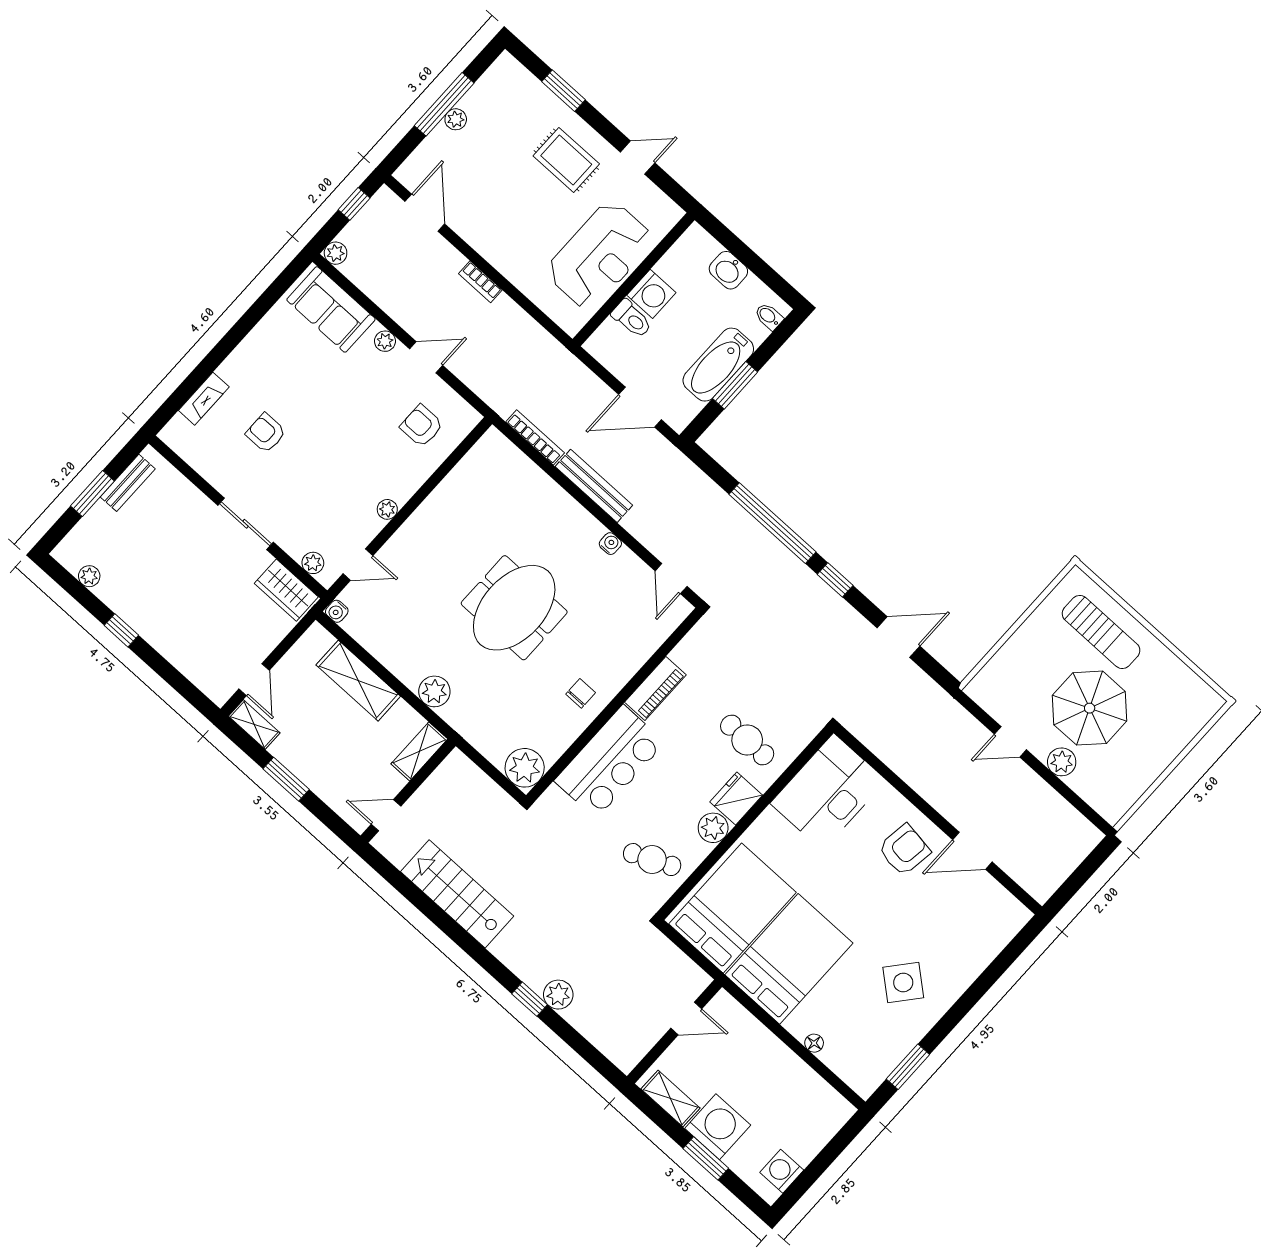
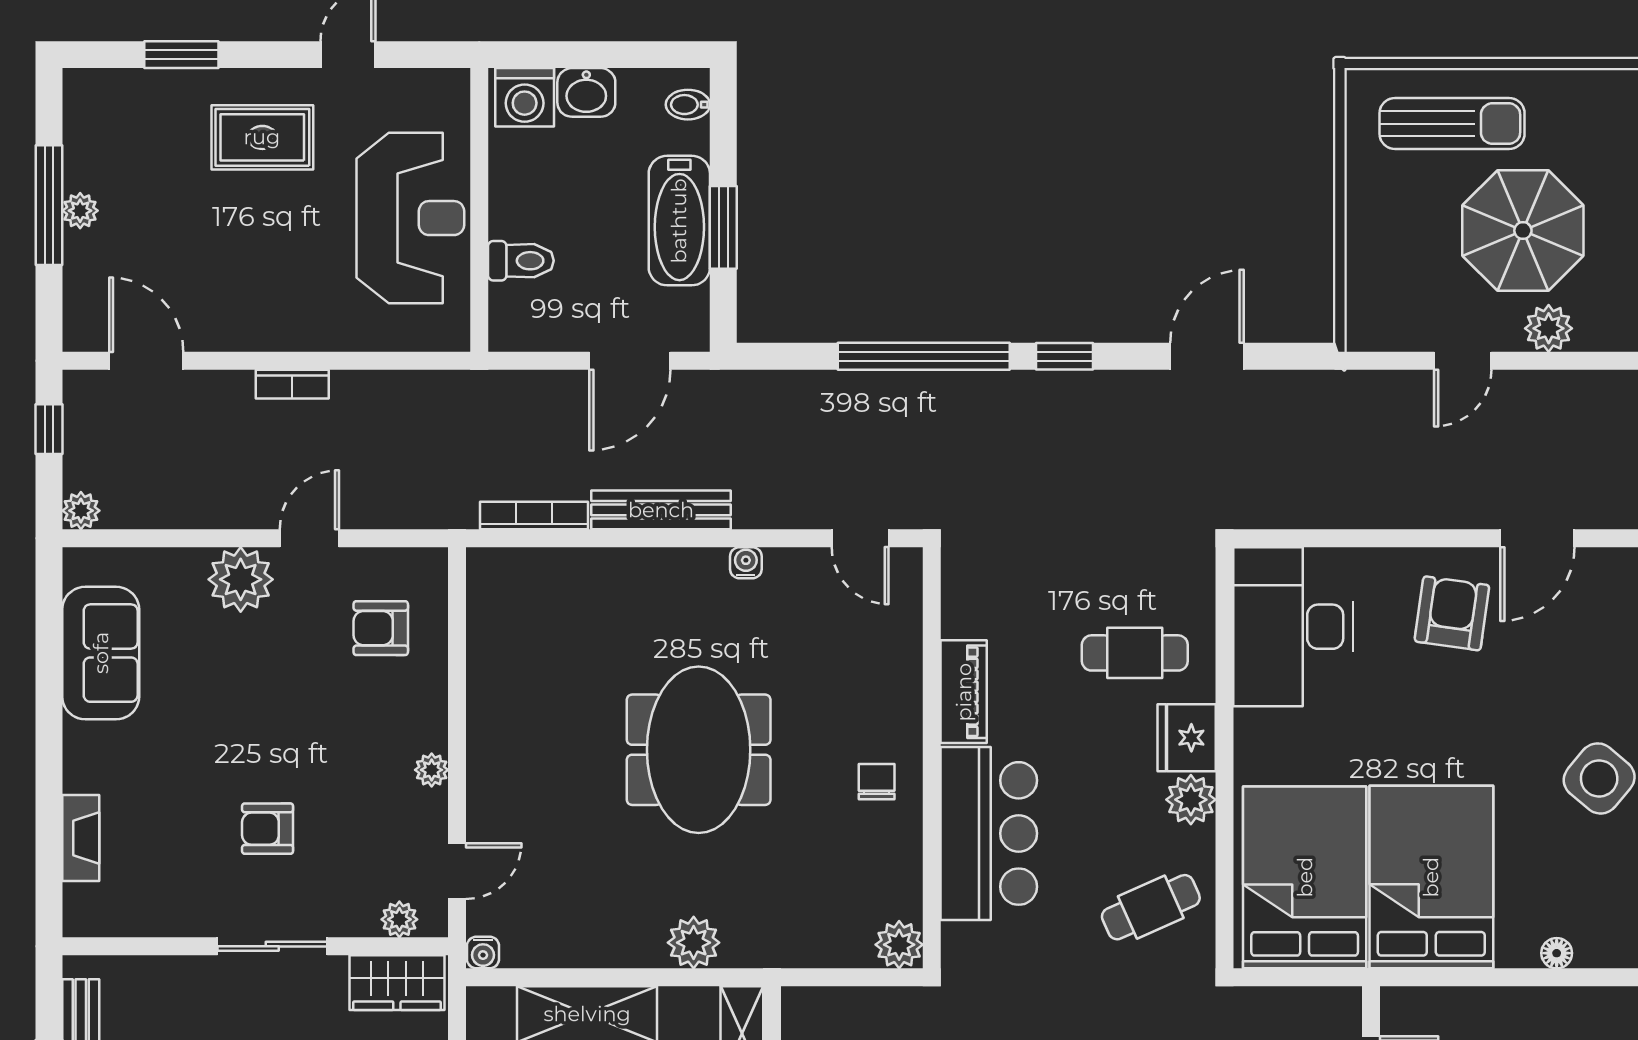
washing machine: (651, 294) -> (525, 97), moved, turned 90
sofa: (331, 309) -> (101, 653), moved, turned -90
plant: (385, 341) -> (241, 579), width x1.88, depth x1.88
armchair: (266, 433) -> (268, 829), moved
plant: (525, 768) -> (899, 945), width x0.73, depth x0.73

